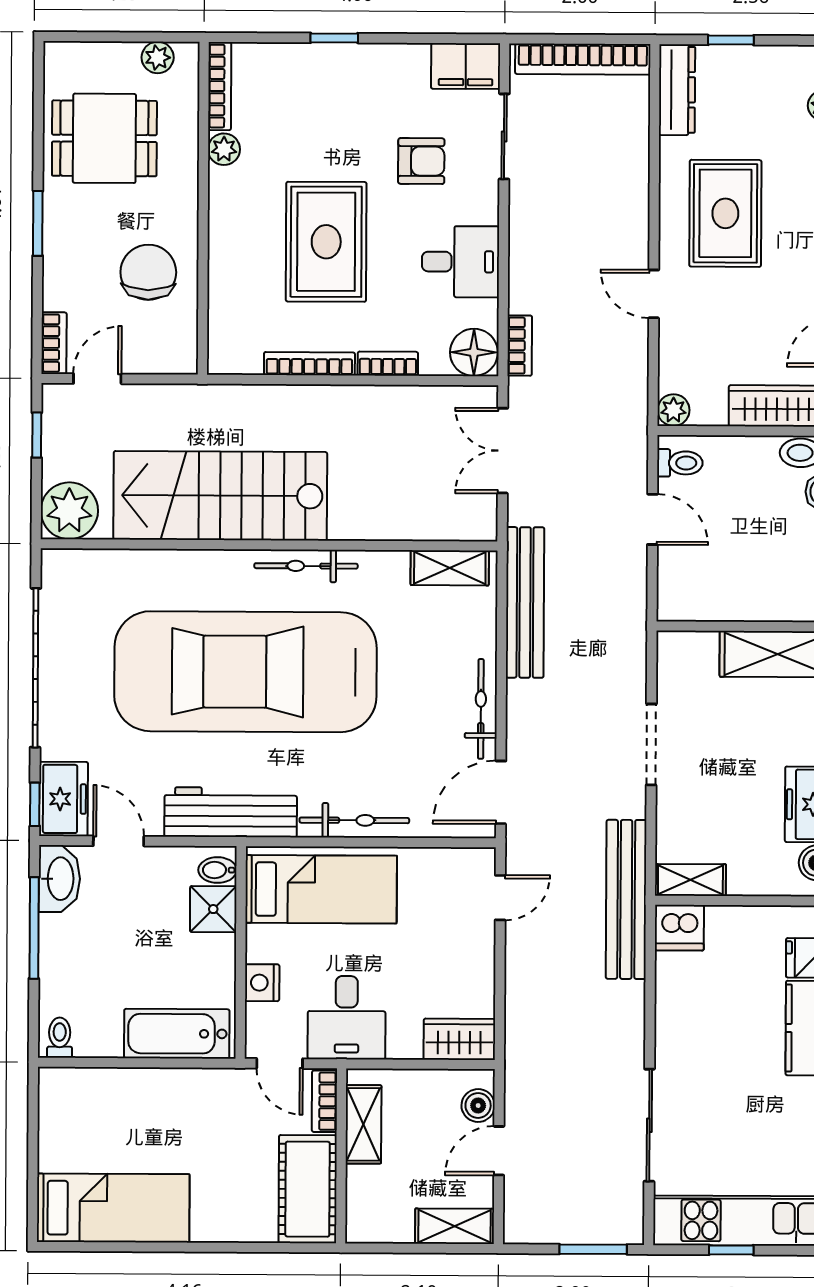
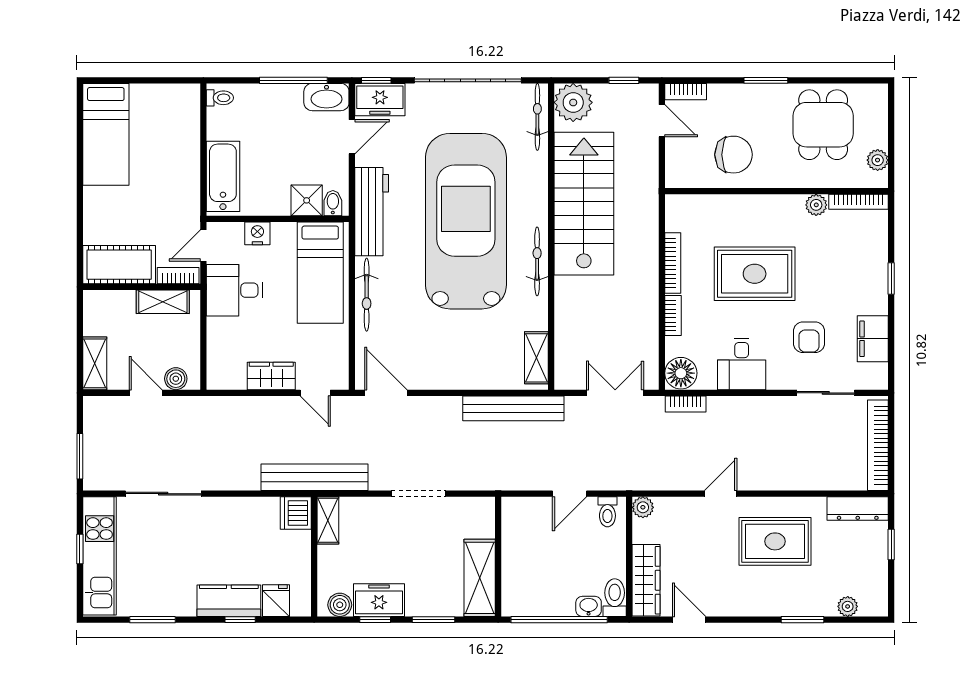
filing cabinet: (466, 66) -> (873, 339), moved
bicycle: (481, 709) -> (537, 117), moved, turned -90
wardrobe: (459, 1039) -> (271, 376), moved, turned -90

